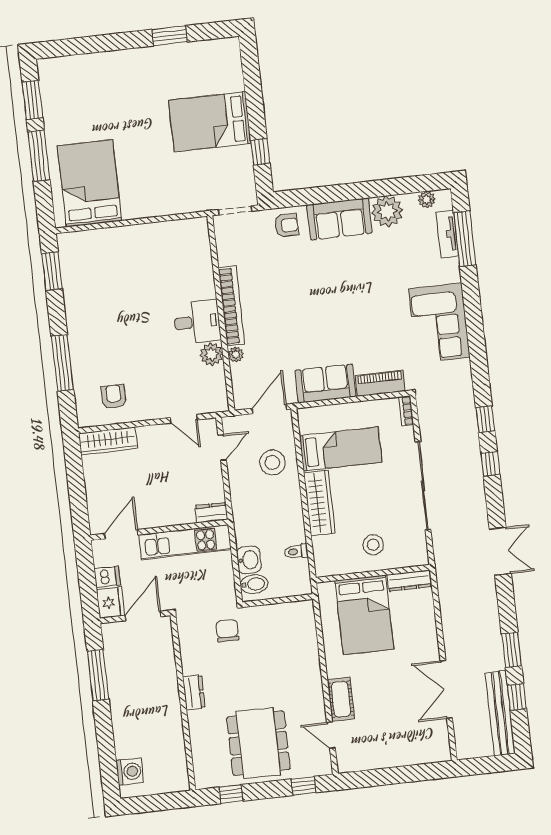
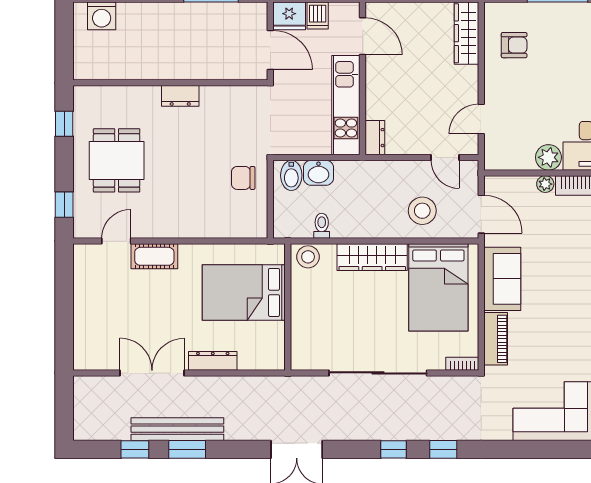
bed: (341, 449) -> (438, 287), width x1.50
stool: (373, 545) -> (308, 257), moved
dresser: (409, 581) -> (213, 361), moved, turned 90
chair: (227, 631) -> (243, 178), moved, turned 180
bench: (500, 713) -> (177, 429), moved
dining table: (258, 743) -> (117, 160), width x0.73

